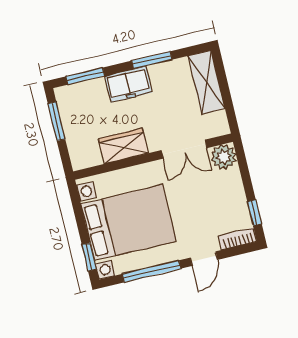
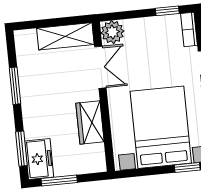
shelving: (206, 82) -> (65, 36), moved
freezer: (128, 84) -> (39, 159), moved

